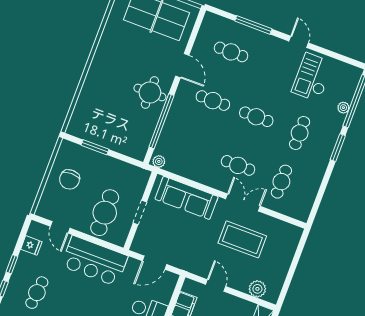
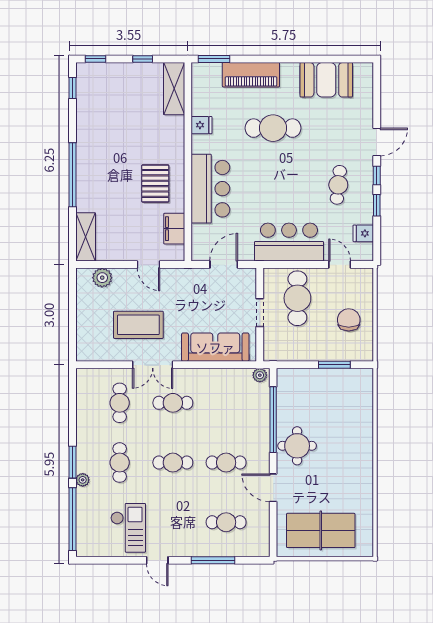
plant: (343, 108) -> (83, 480), moved

